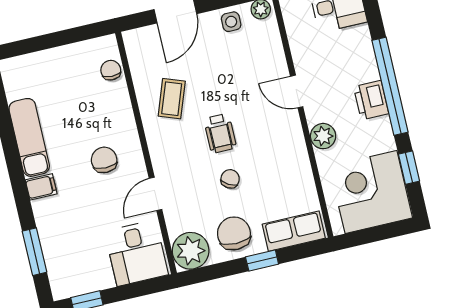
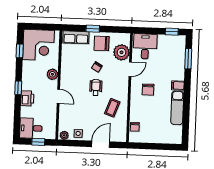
window: (390, 86) -> (18, 88), width x0.32
printer: (371, 100) -> (27, 98), moved
chair: (234, 233) -> (102, 43), turned 90
plant: (191, 251) -> (121, 52), moved

